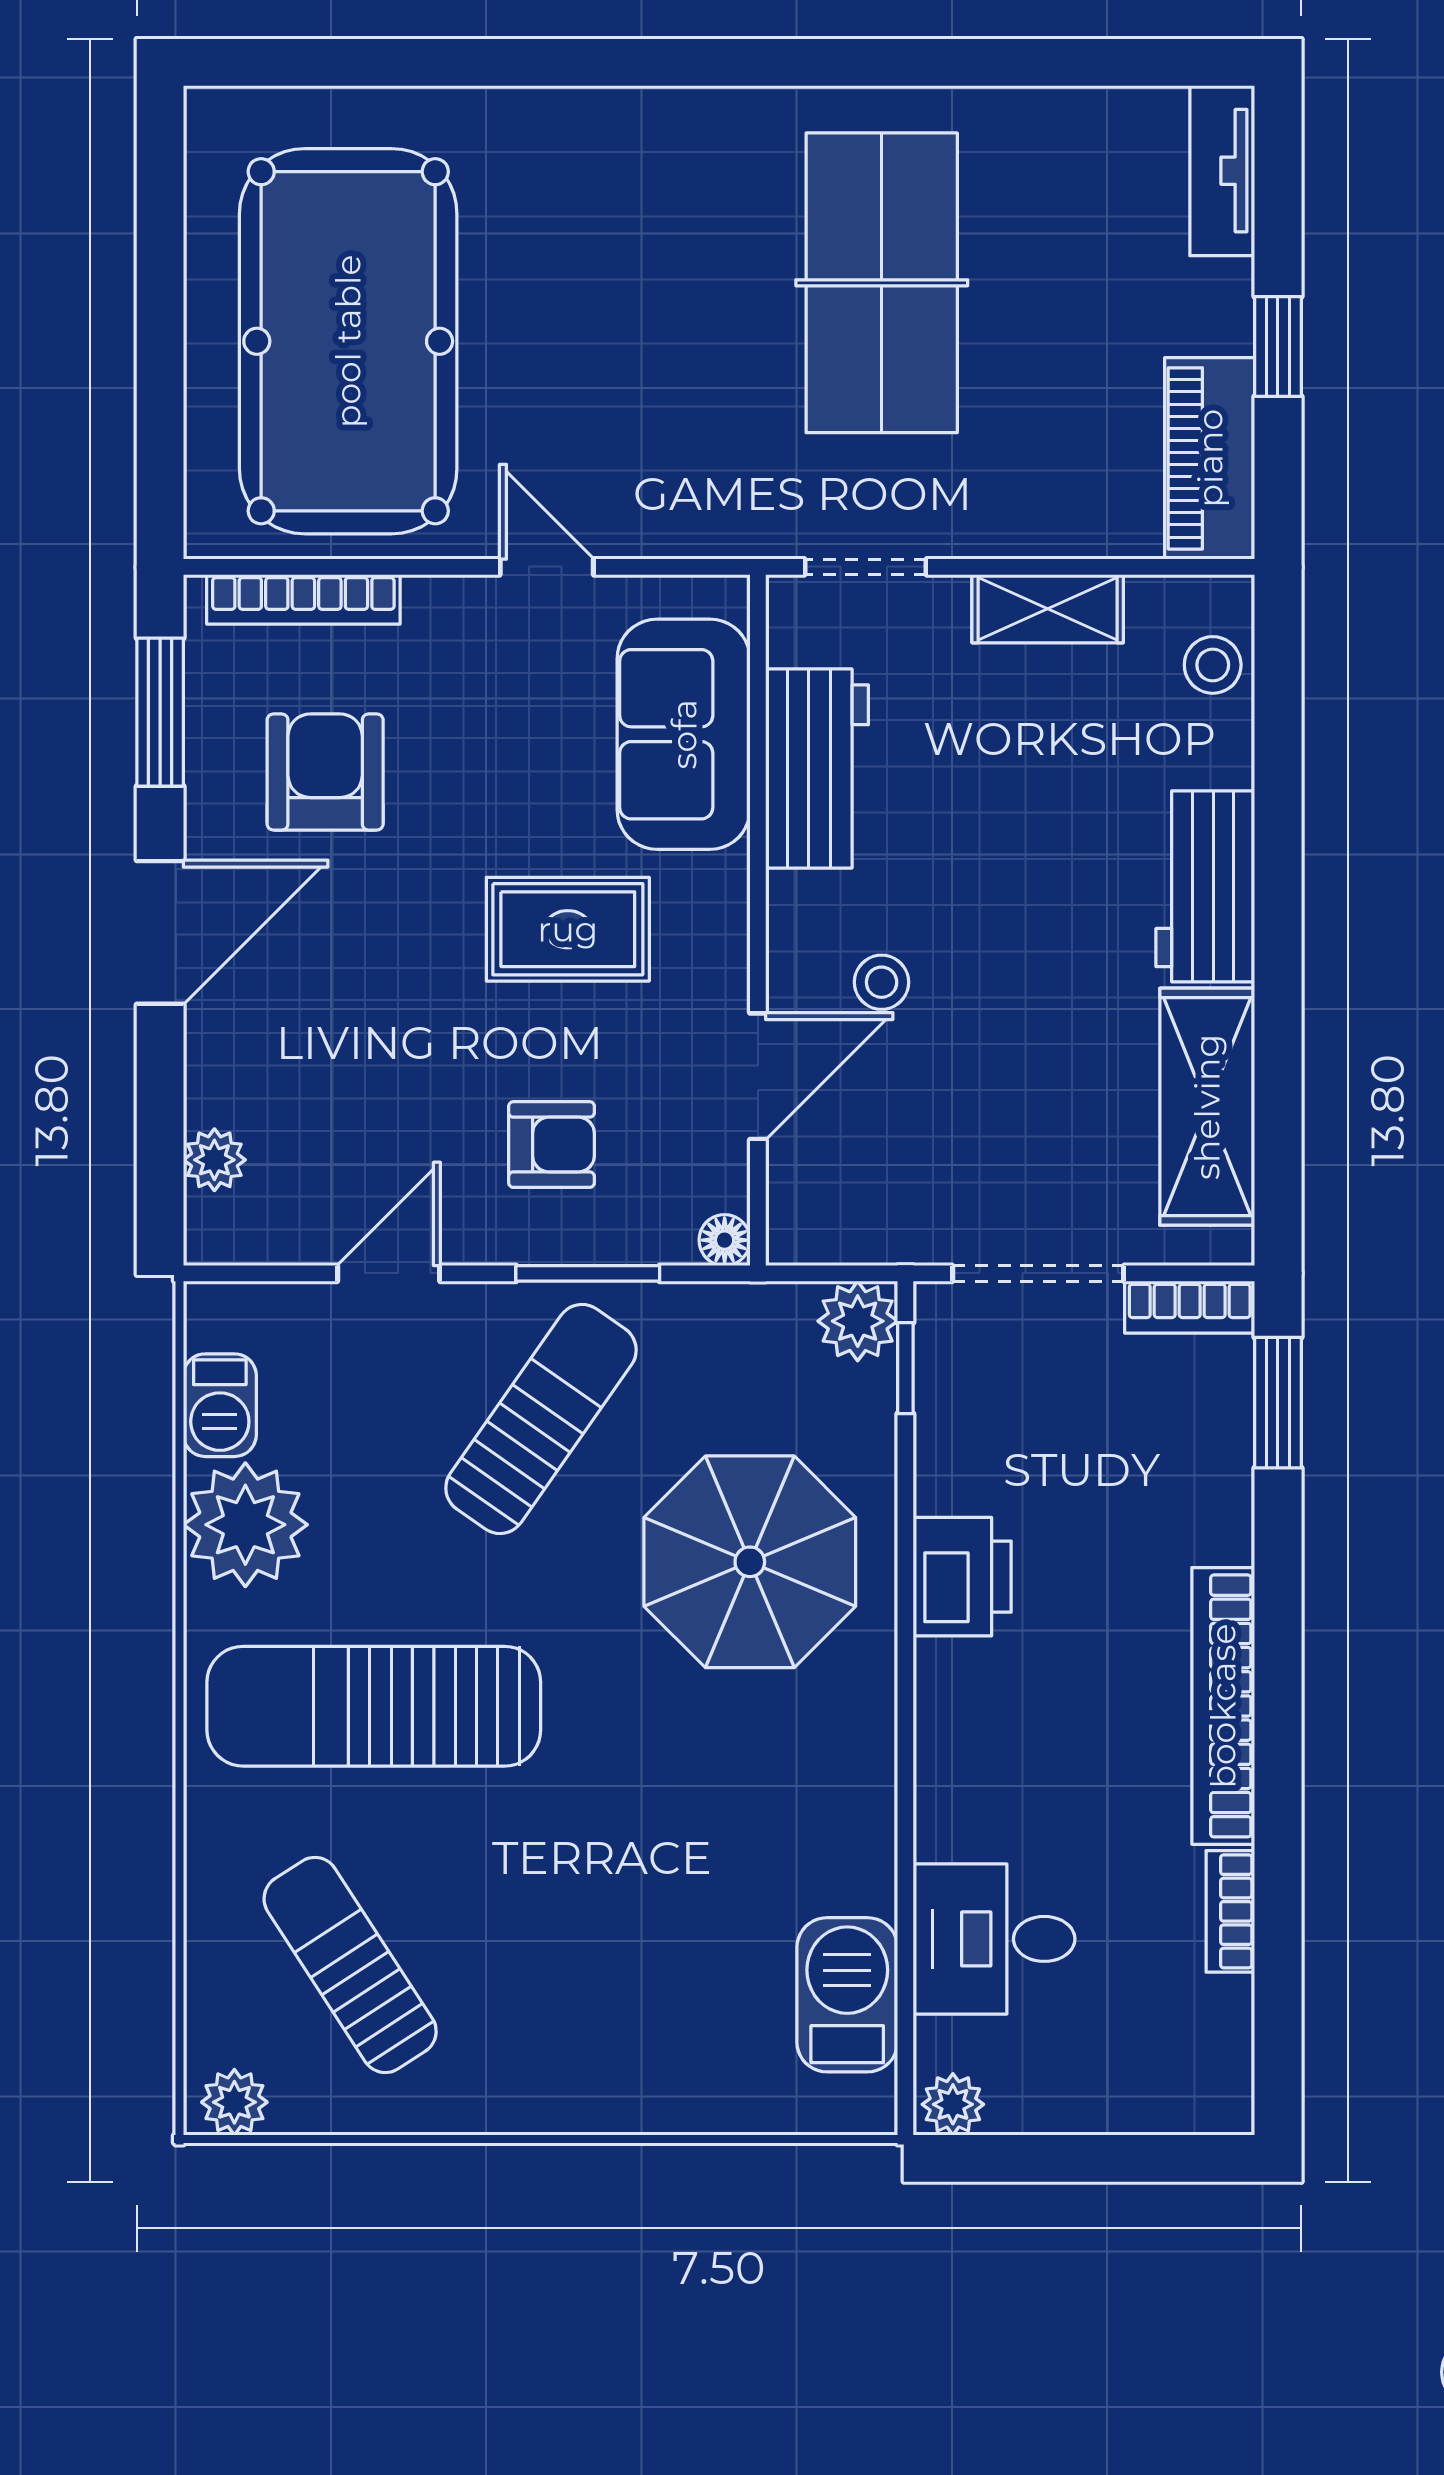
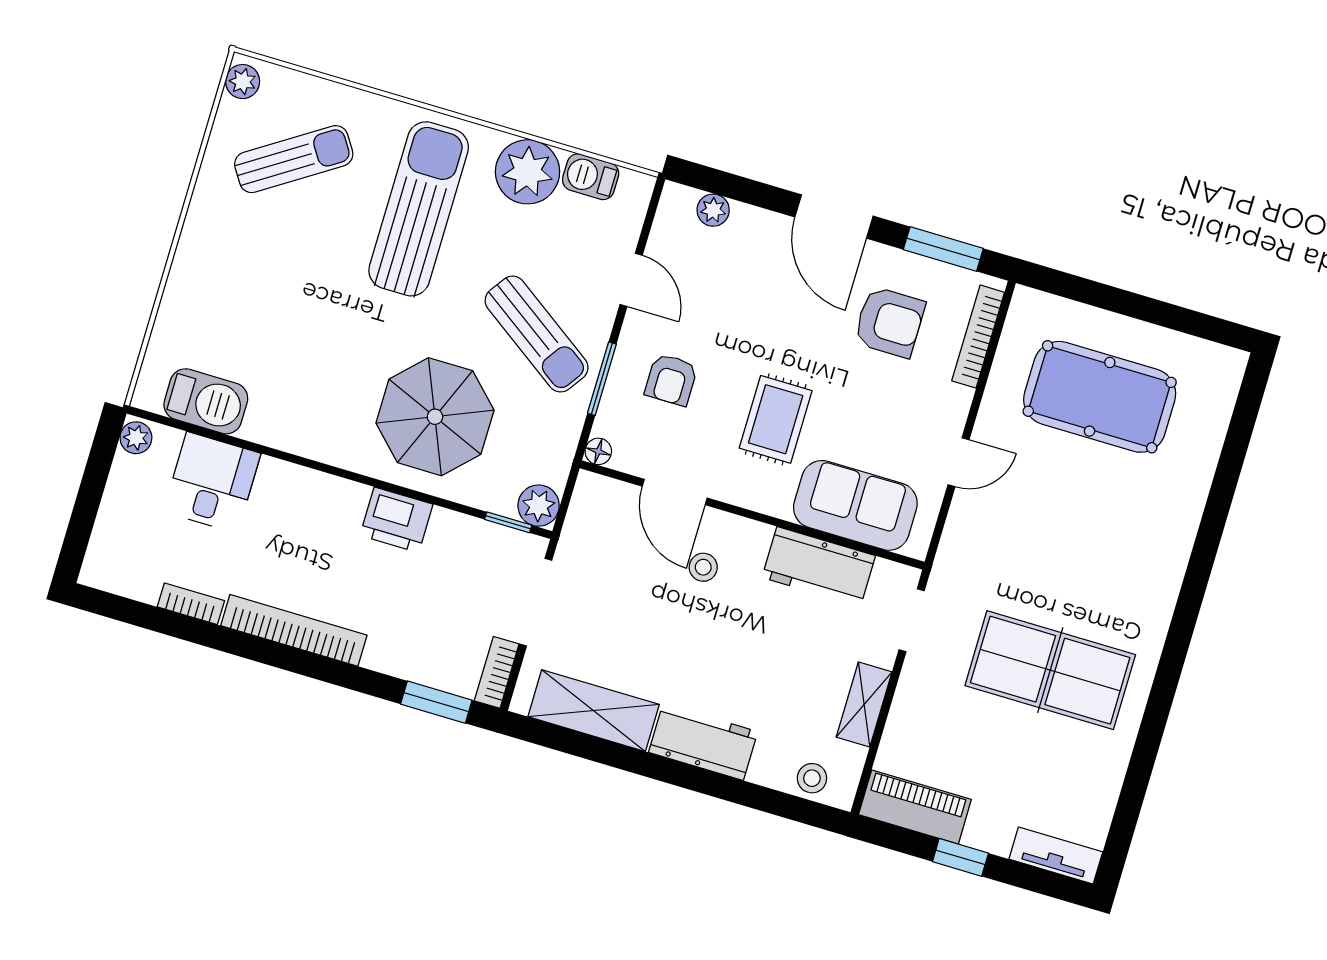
pool table: (348, 341) -> (1100, 397), width x0.73, depth x0.76

